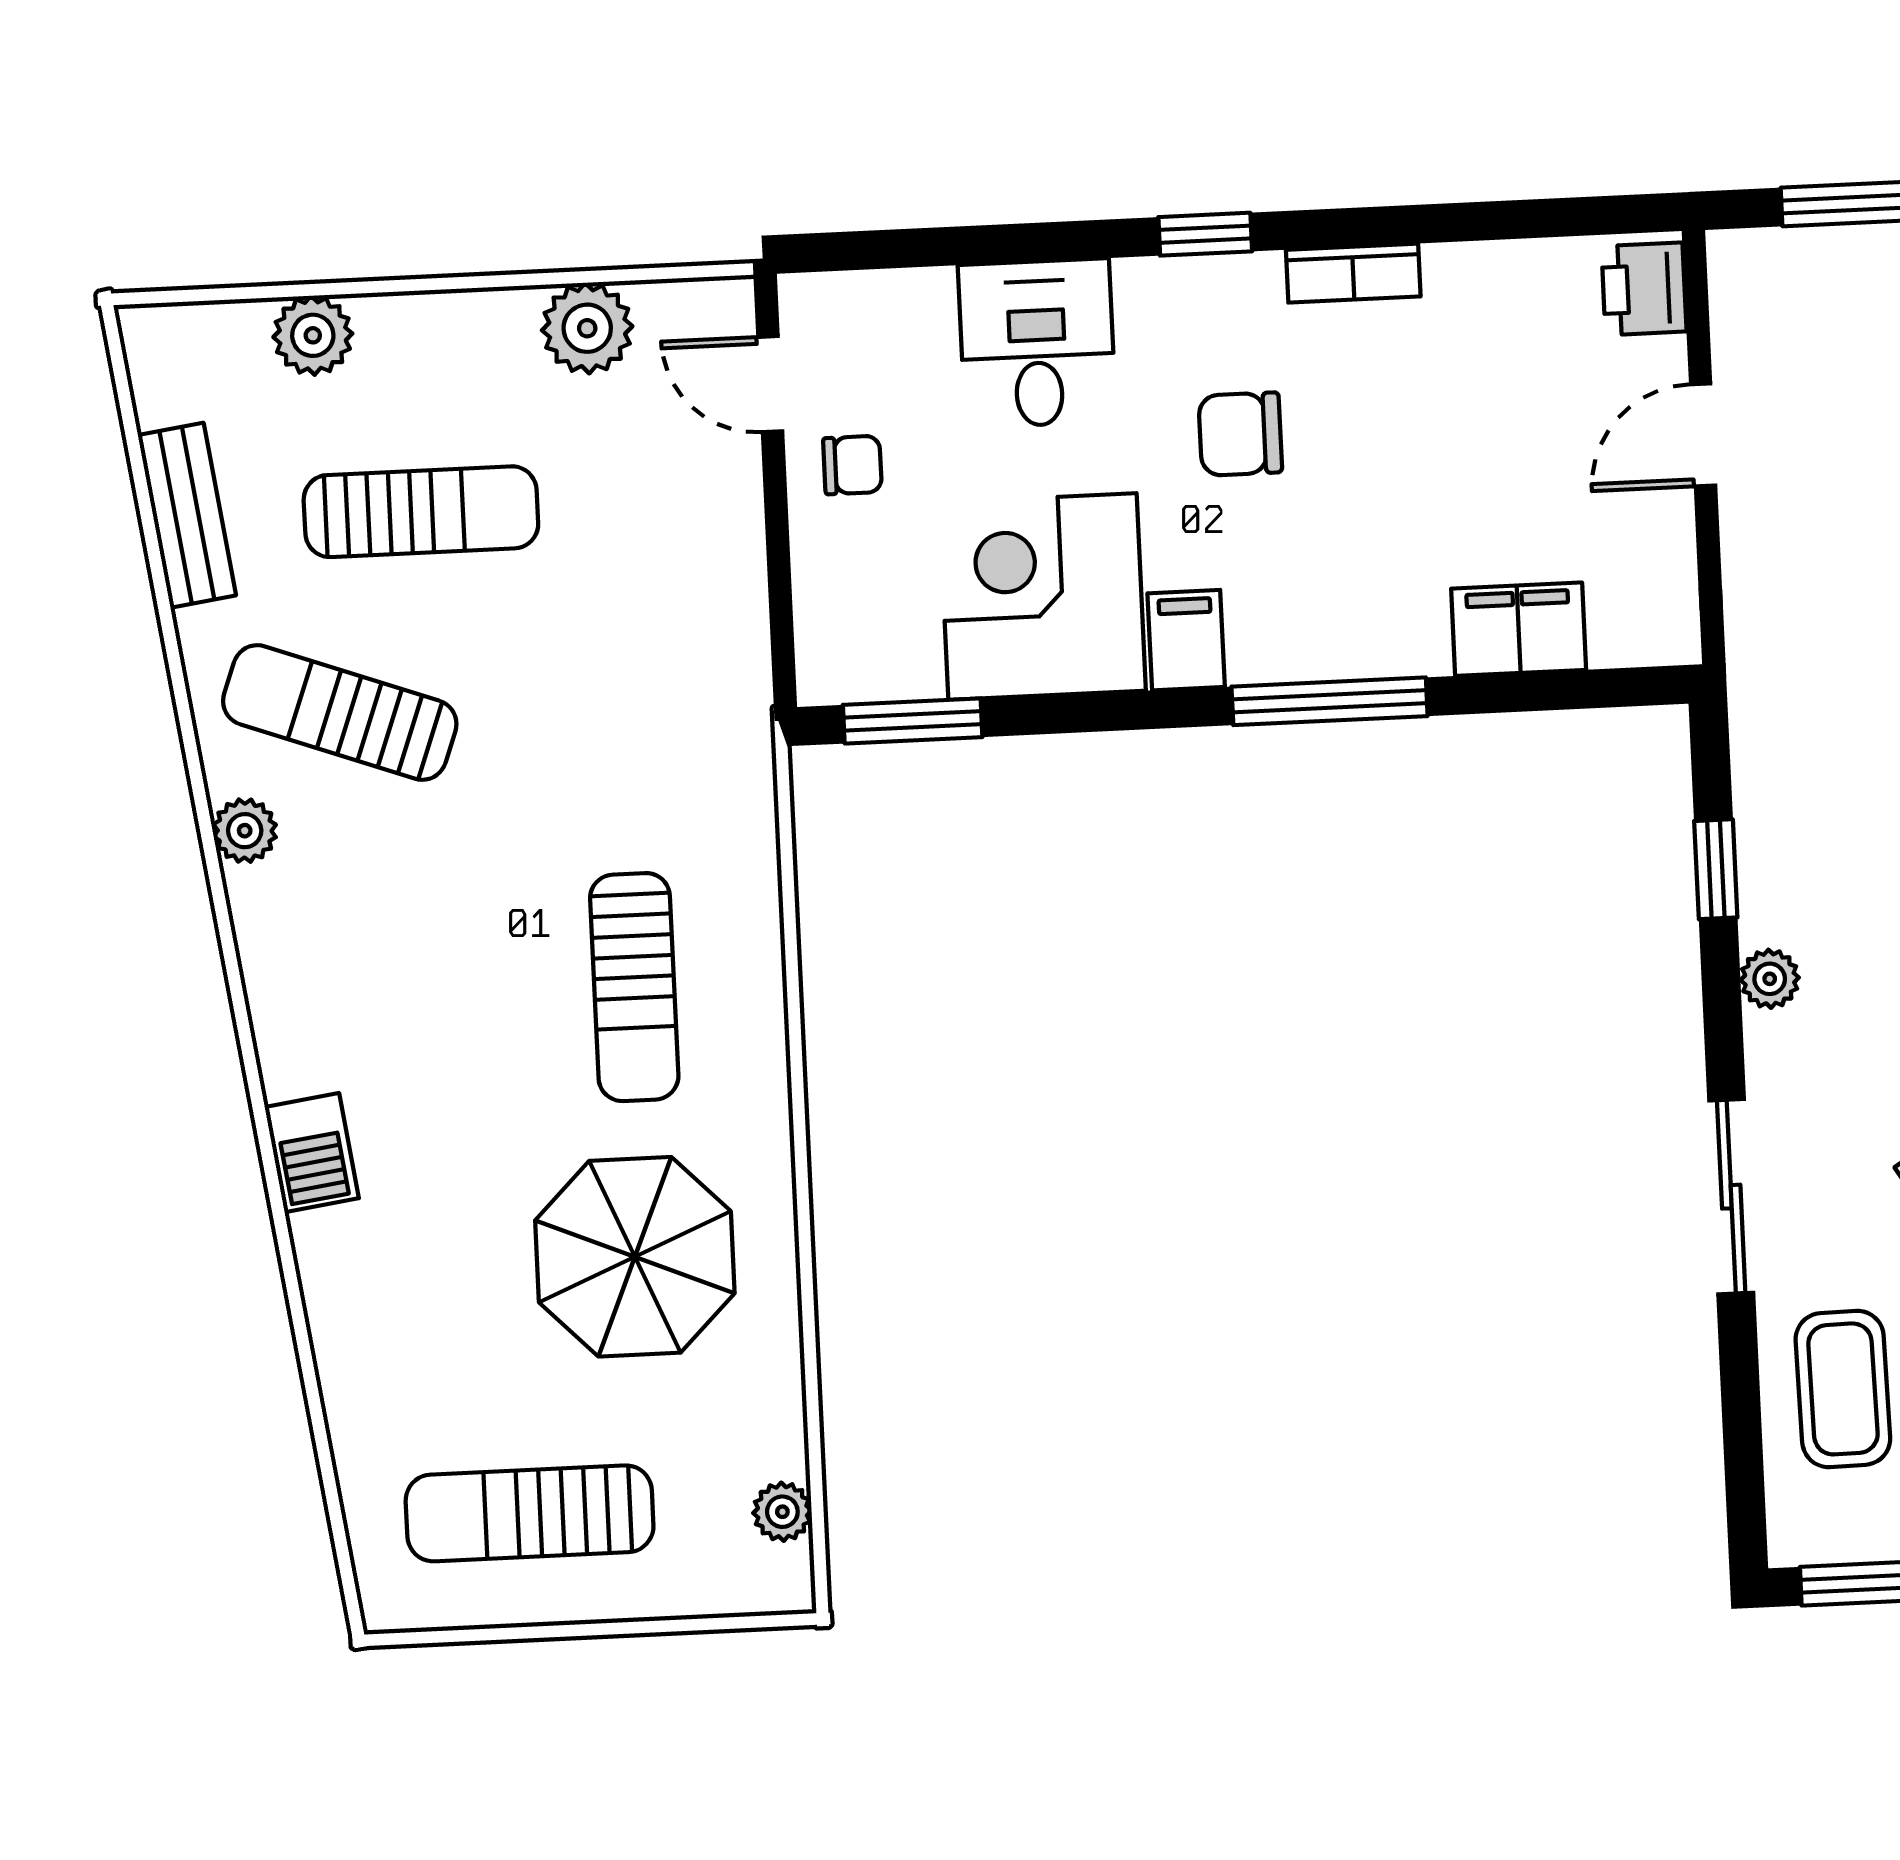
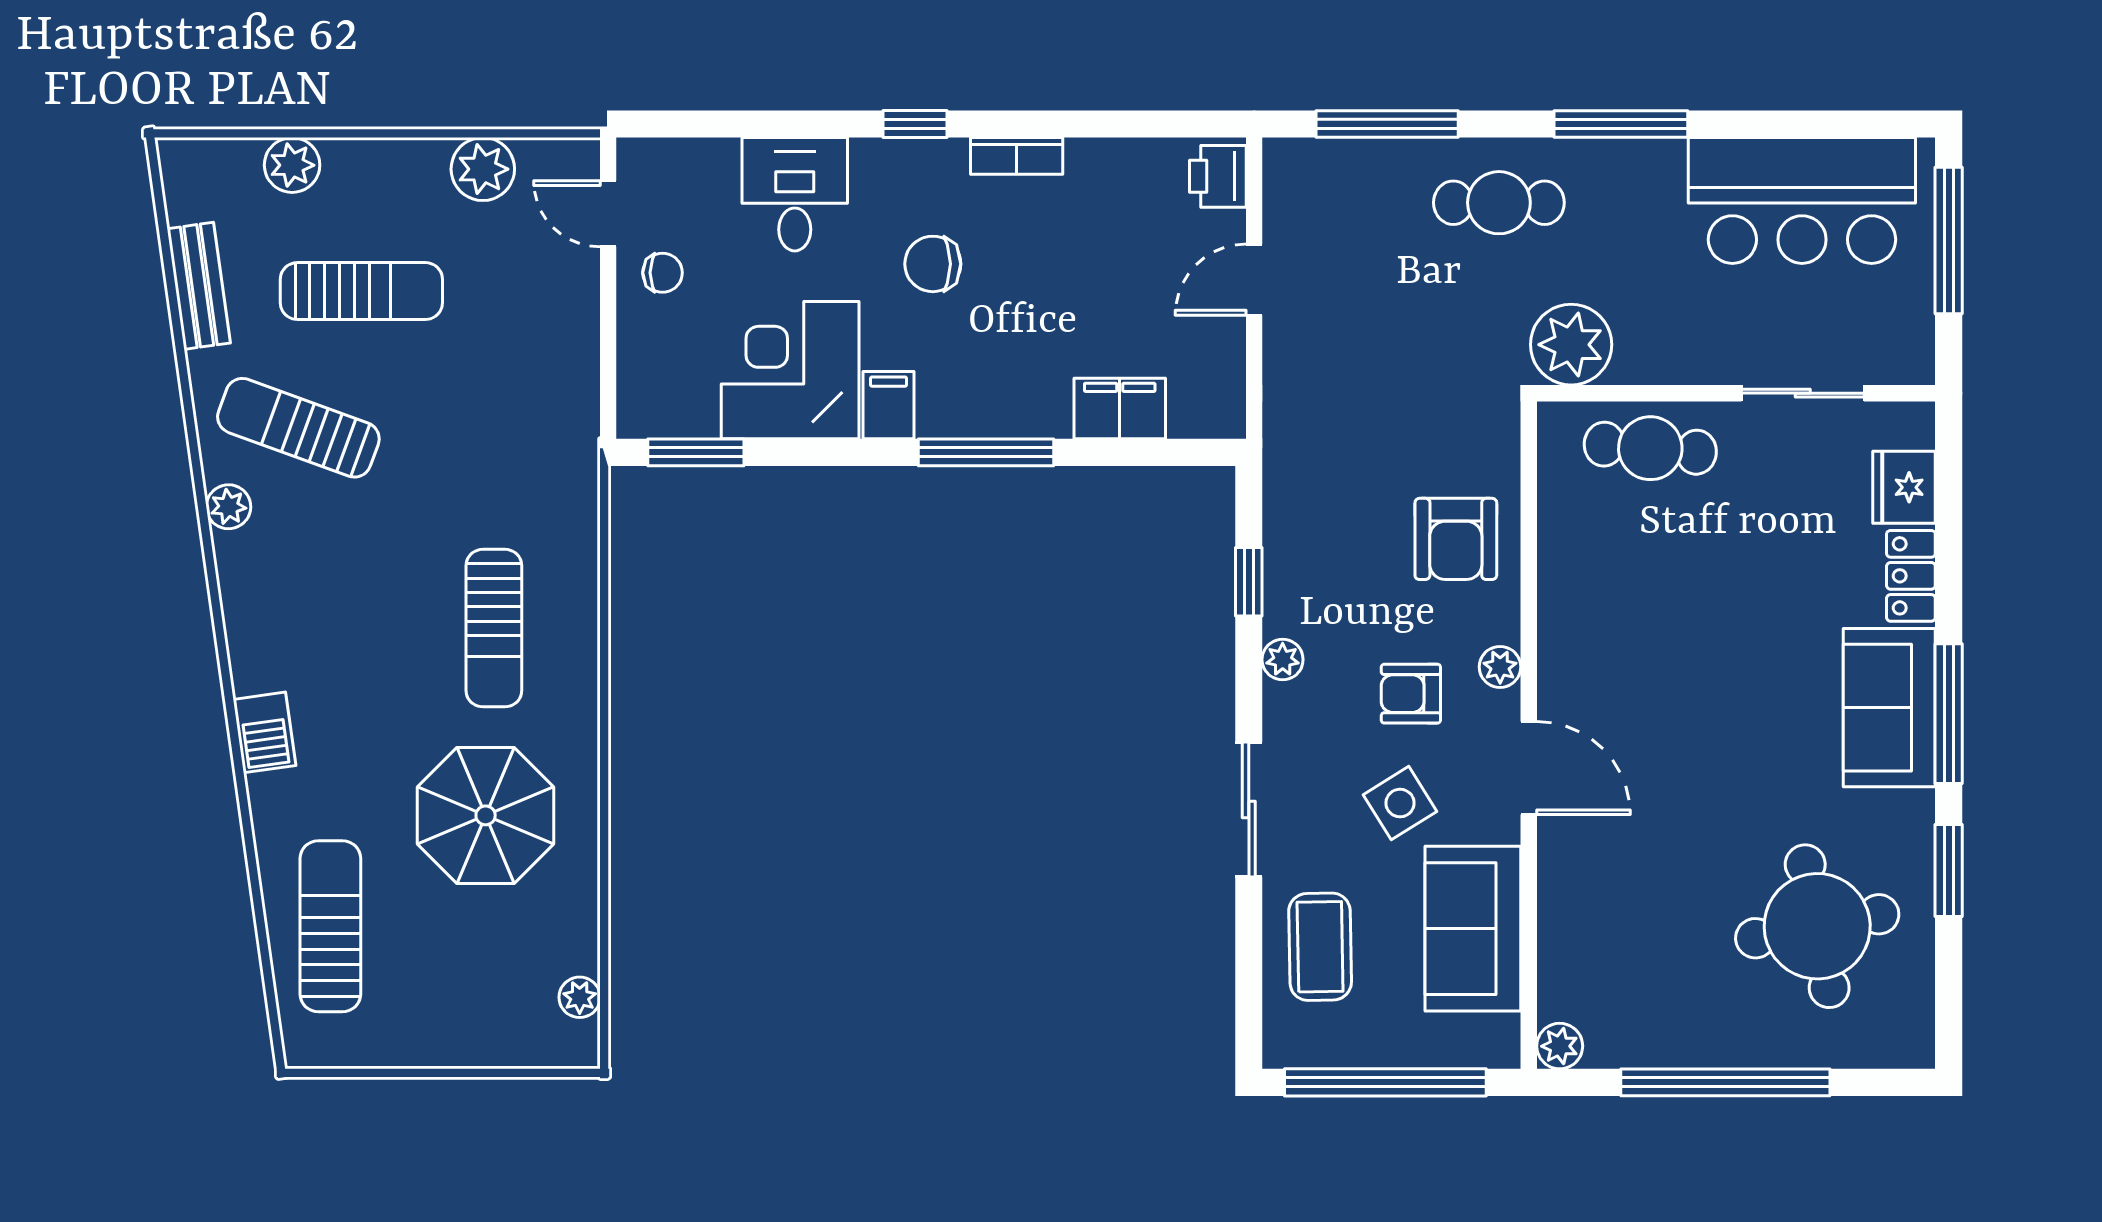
sun lounger: (530, 1513) -> (330, 926), moved, turned 90

